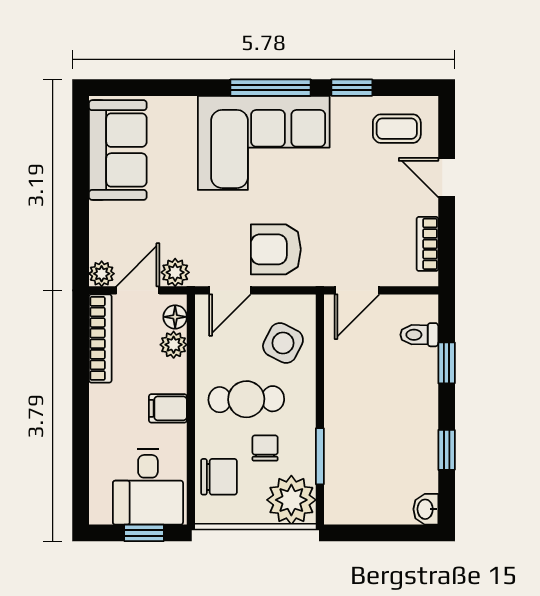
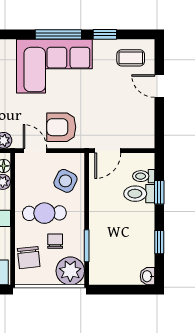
bookcase: (427, 244) -> (148, 124), removed
door: (230, 290) -> (35, 151), swing flipped
toilet: (412, 365) -> (139, 194), added
chair: (219, 477) -> (29, 258), turned 84

